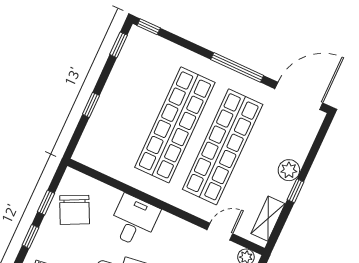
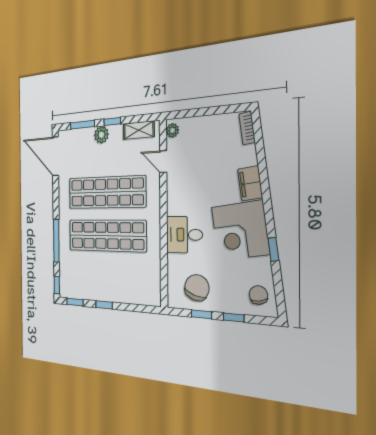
window: (237, 67) -> (56, 241), moved
window: (91, 105) -> (104, 305), moved
window: (314, 150) -> (82, 125), added
chair: (75, 210) -> (197, 288), turned -46

